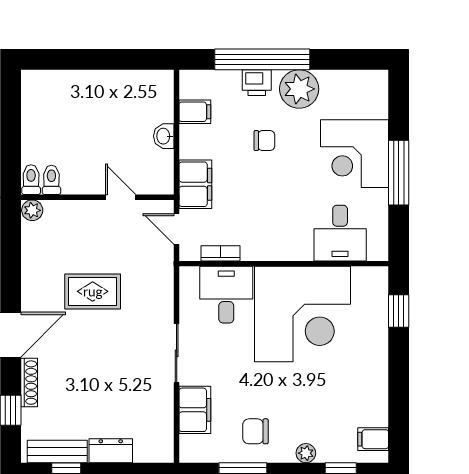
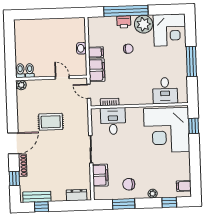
filing cabinet: (195, 112) -> (96, 52), moved
corner desk: (355, 154) -> (170, 30), moved, turned -90
corner desk: (303, 314) -> (167, 130), moved, turned 90
dresser: (111, 451) -> (77, 195), moved

